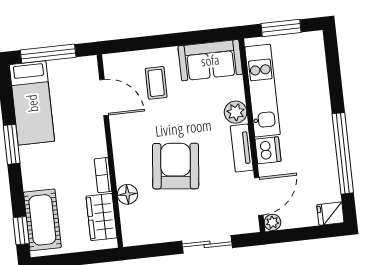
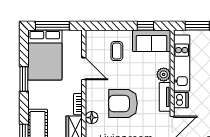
window: (198, 37) -> (145, 26), added
door: (104, 97) -> (84, 69), moved
bed: (32, 103) -> (45, 55), width x1.50
armchair: (176, 166) -> (123, 103), turned -96

